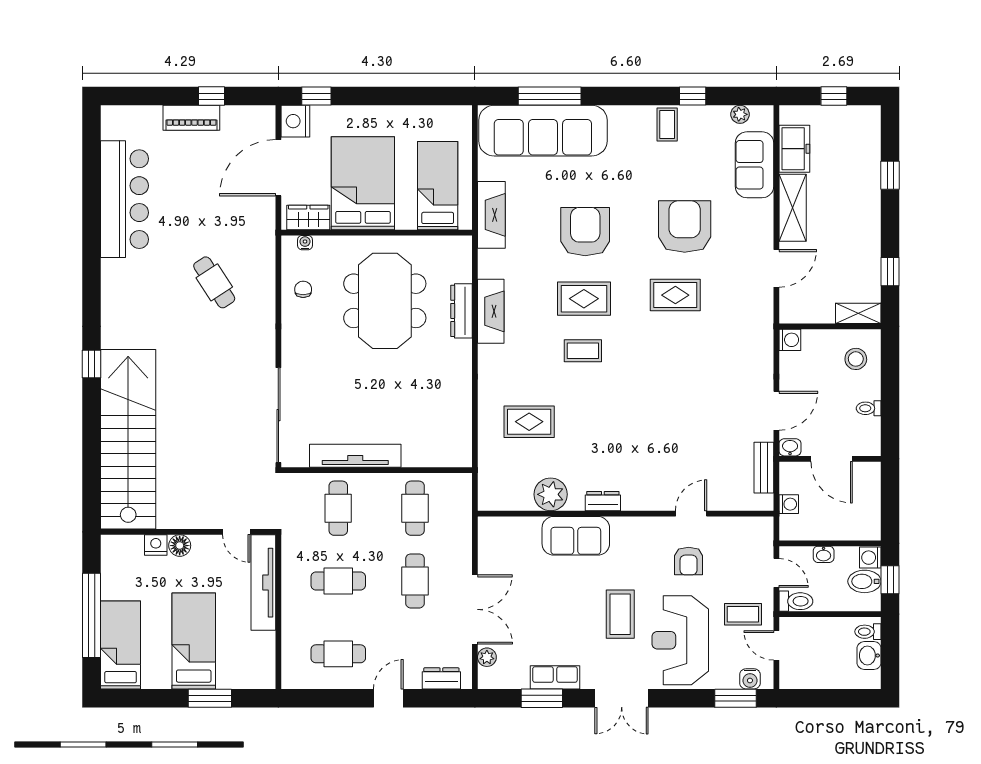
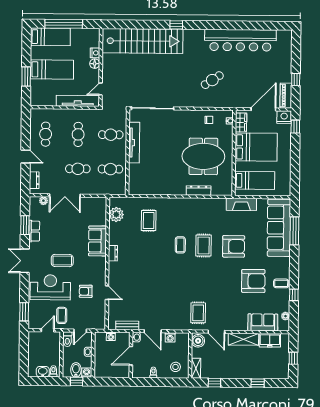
piano: (191, 118) -> (286, 96), moved
door: (278, 168) -> (263, 109), hinge flipped
bar counter: (125, 199) -> (240, 40), width x1.36
armchair: (685, 227) -> (253, 281), moved
rug: (675, 295) -> (198, 313), moved
boiler: (797, 309) -> (198, 341), added
fireplace: (491, 311) -> (198, 204), removed
washing machine: (790, 340) -> (170, 337), moved
plant: (551, 494) -> (116, 214), moved
water cooler: (750, 679) -> (33, 318), removed

